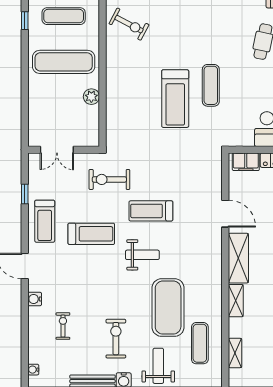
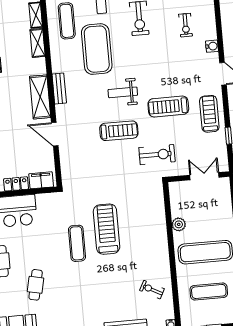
exercise bike: (129, 24) -> (152, 290), width x0.73, depth x0.72
bench: (215, 266) -> (59, 89), added
shelving: (236, 301) -> (38, 43), moved

